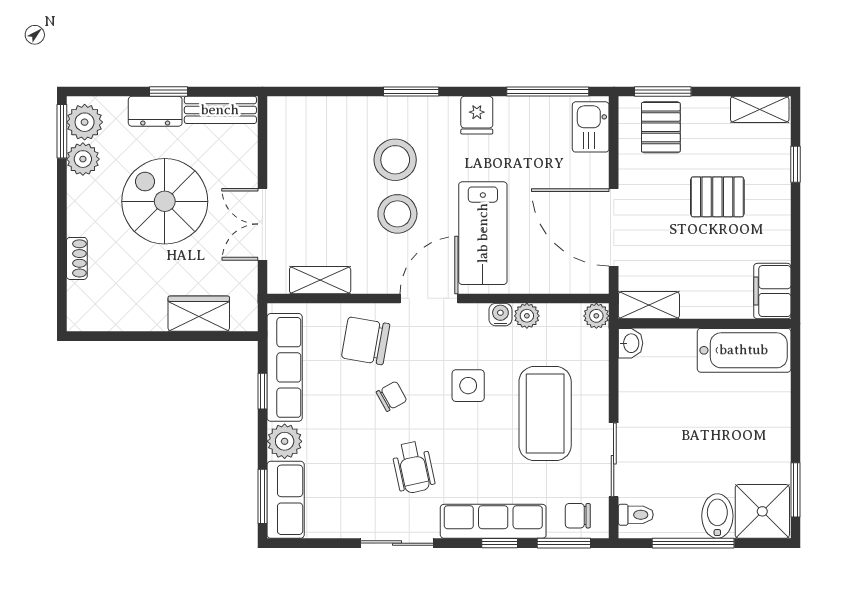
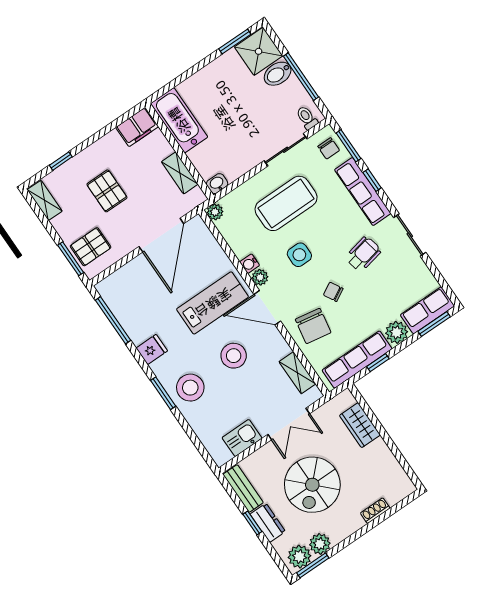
kitchen sink: (591, 127) -> (242, 438), moved, turned 180
stool: (395, 160) -> (190, 388), moved
shelving: (649, 305) -> (180, 173), moved
plant: (527, 316) -> (260, 277), moved

